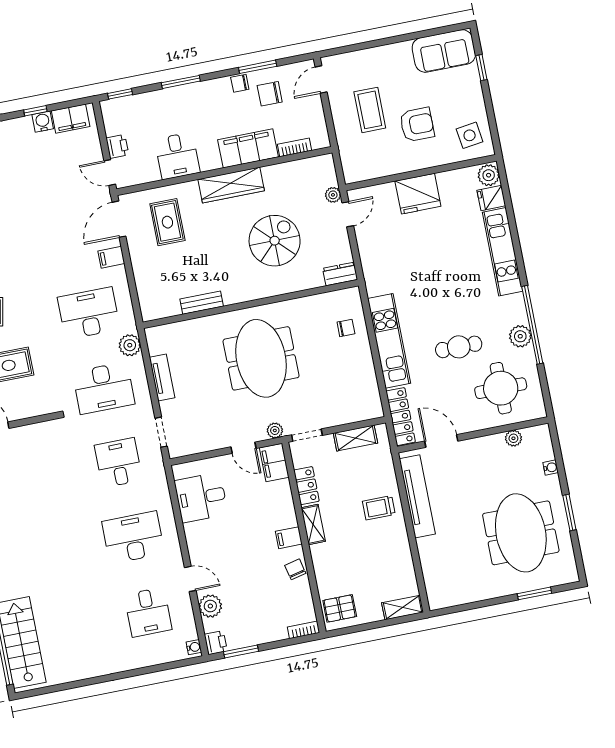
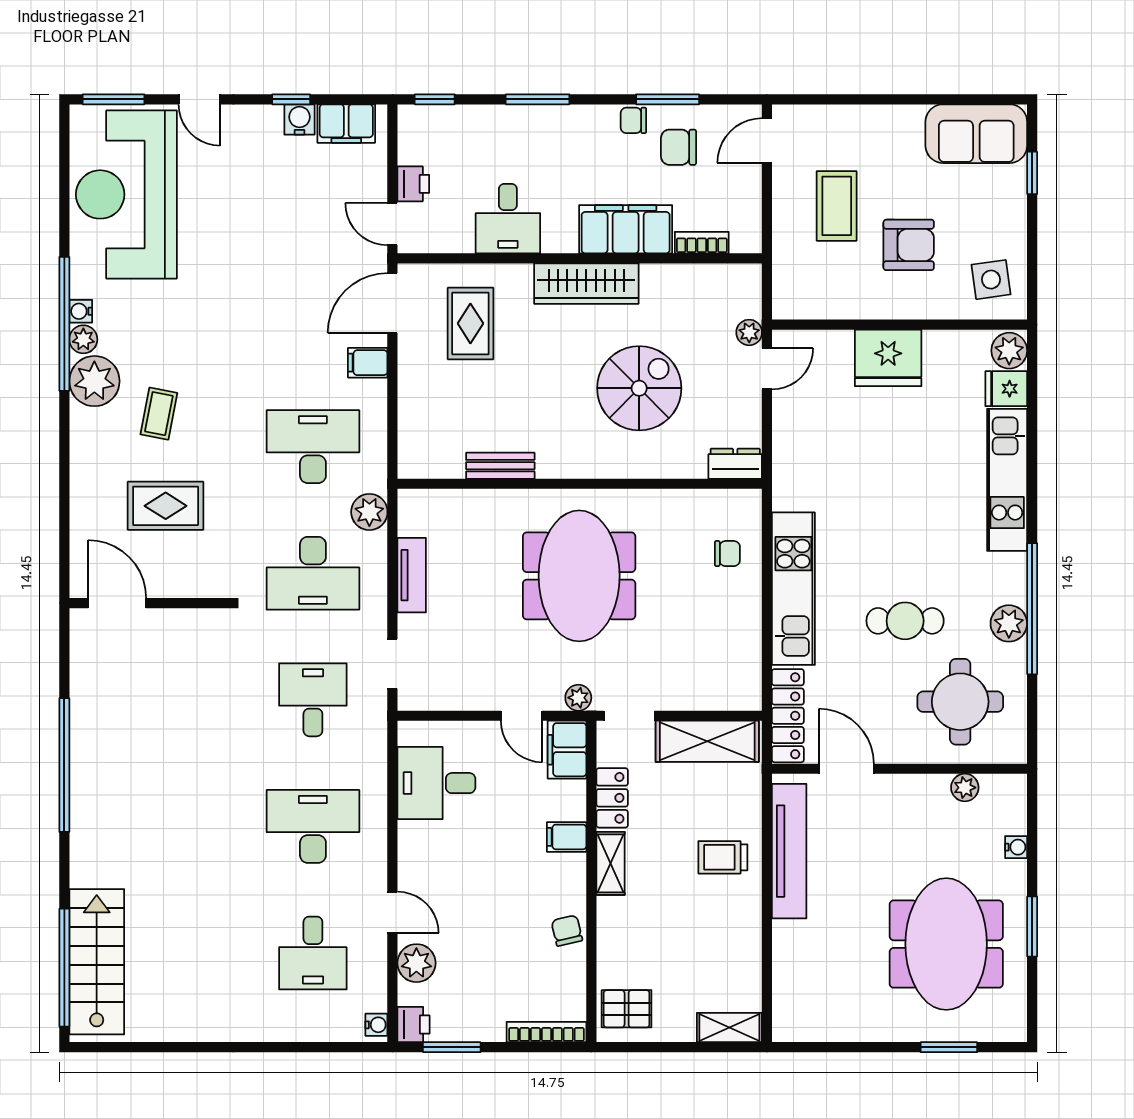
shelving: (355, 438) -> (707, 741), width x1.50, depth x1.33
filing cabinet: (289, 538) -> (567, 837), moved
bookcase: (304, 630) -> (546, 1032), width x1.56

